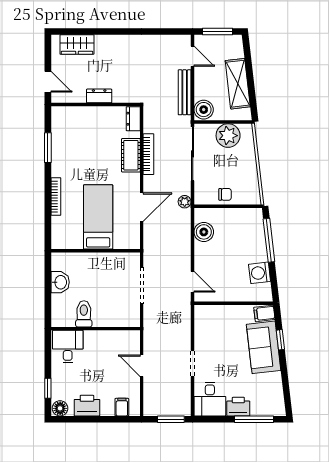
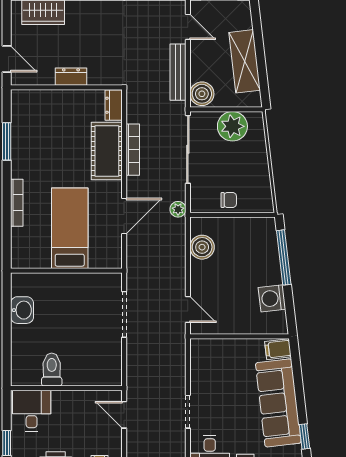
cot: (131, 155) -> (107, 151), width x1.37, depth x1.34
toilet: (84, 314) -> (52, 370), moved
wall: (96, 329) -> (66, 388), moved
window: (280, 340) -> (304, 436), moved
desk: (68, 347) -> (32, 411), moved
sofa: (264, 347) -> (278, 403), width x1.36

